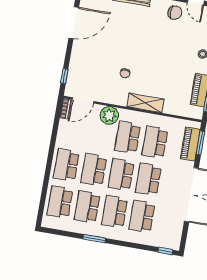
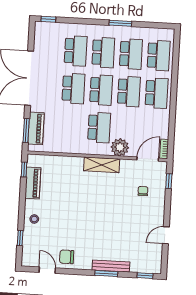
door: (74, 23) -> (166, 235), width x0.53
chair: (125, 73) -> (143, 191), moved
shelving: (145, 103) -> (102, 165), moved
school desk: (155, 142) -> (71, 126), removed

